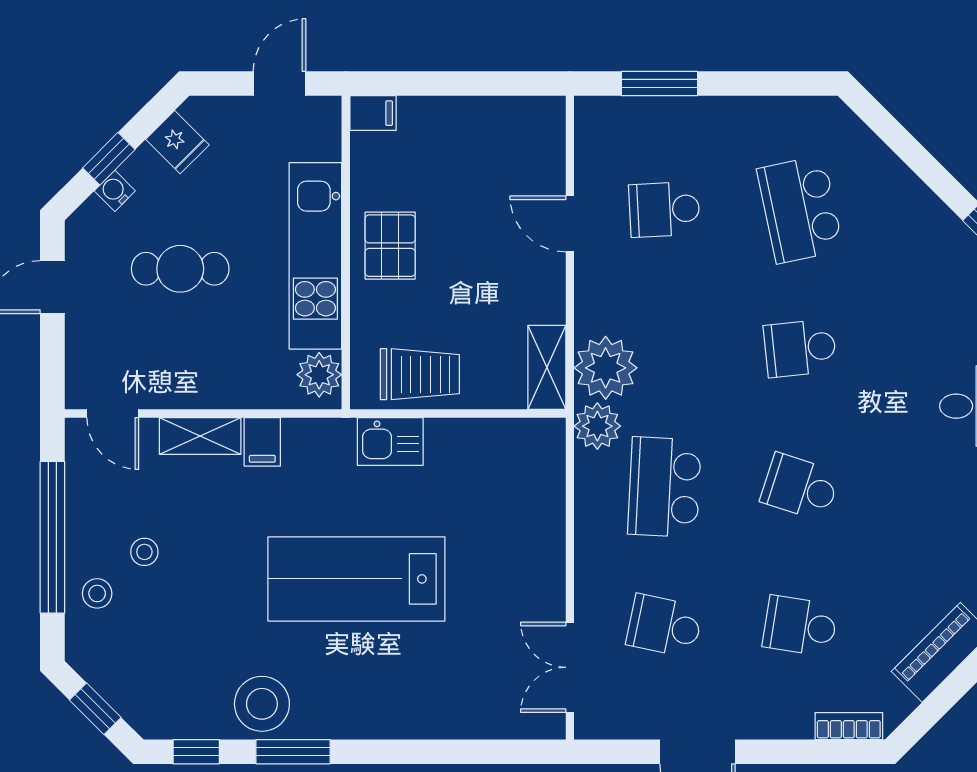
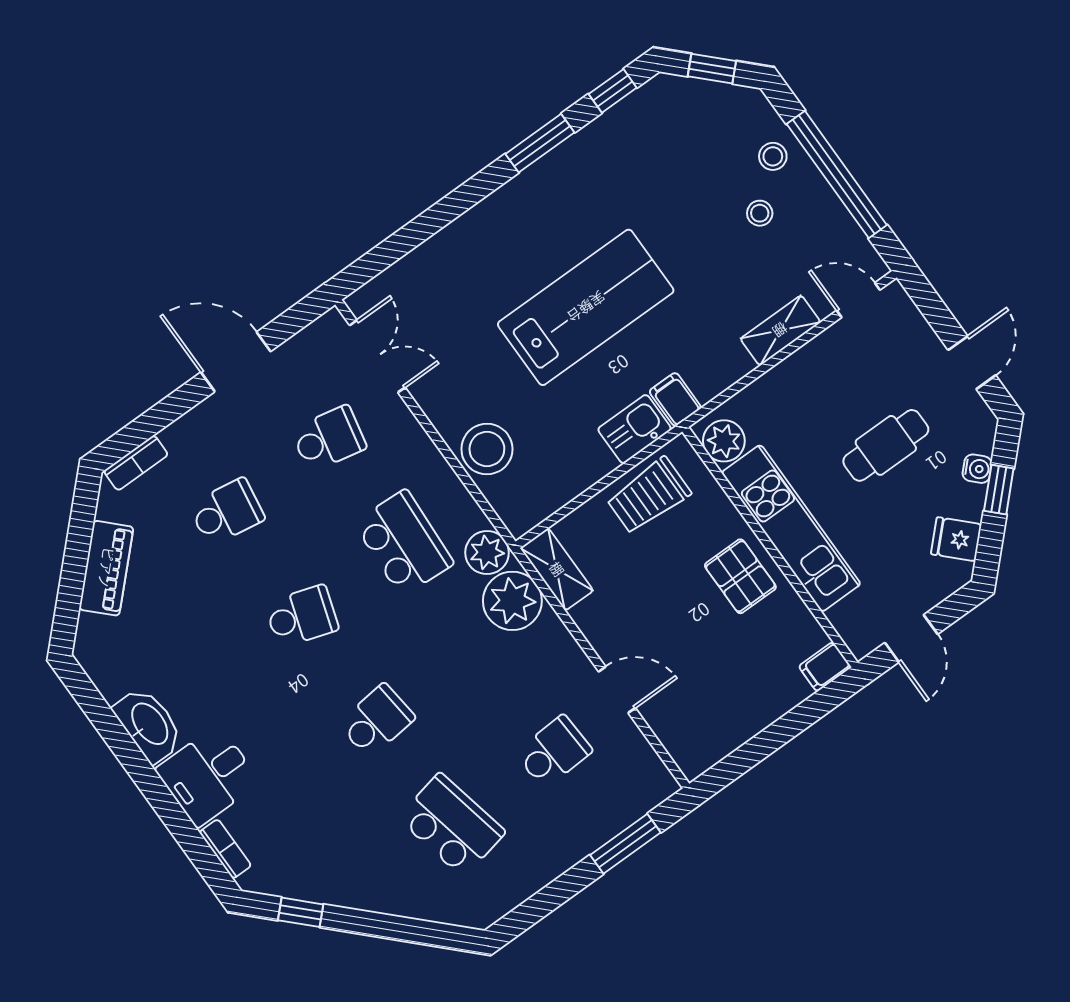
filing cabinet: (262, 442) -> (675, 399), moved
stool: (262, 704) -> (487, 449), moved

